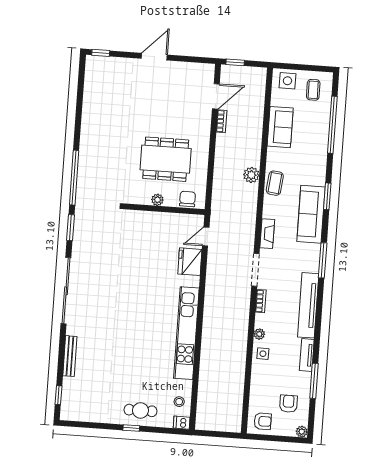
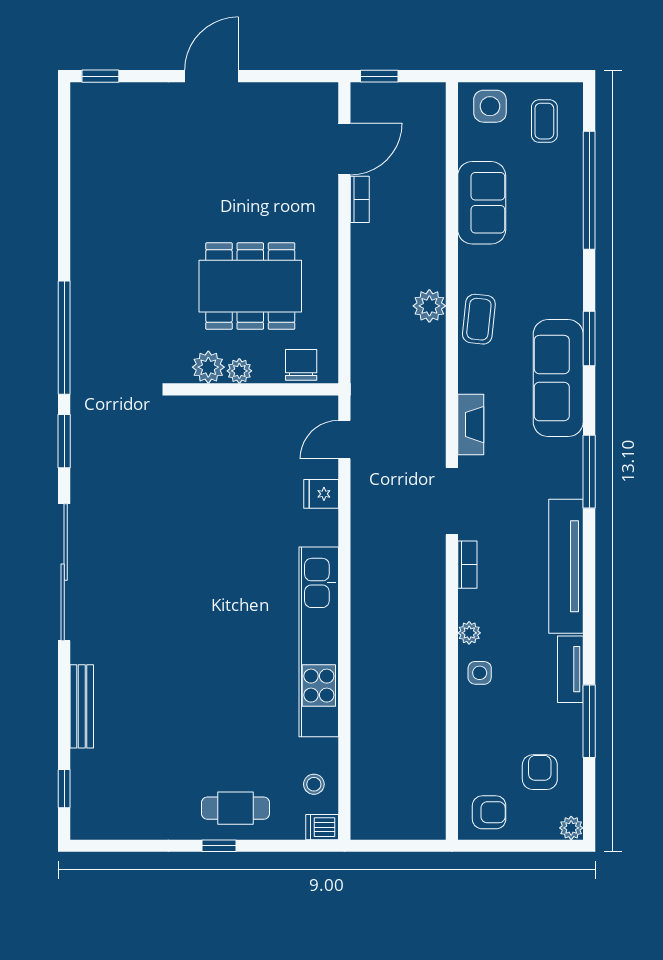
plant: (143, 197) -> (208, 367), added
fridge: (190, 262) -> (321, 494), width x0.53, depth x0.75

